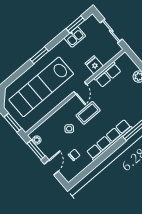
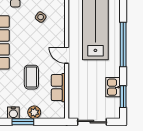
window: (39, 55) -> (123, 44), width x2.11
fridge: (94, 65) -> (76, 83), removed
coffee table: (88, 113) -> (31, 77), moved

